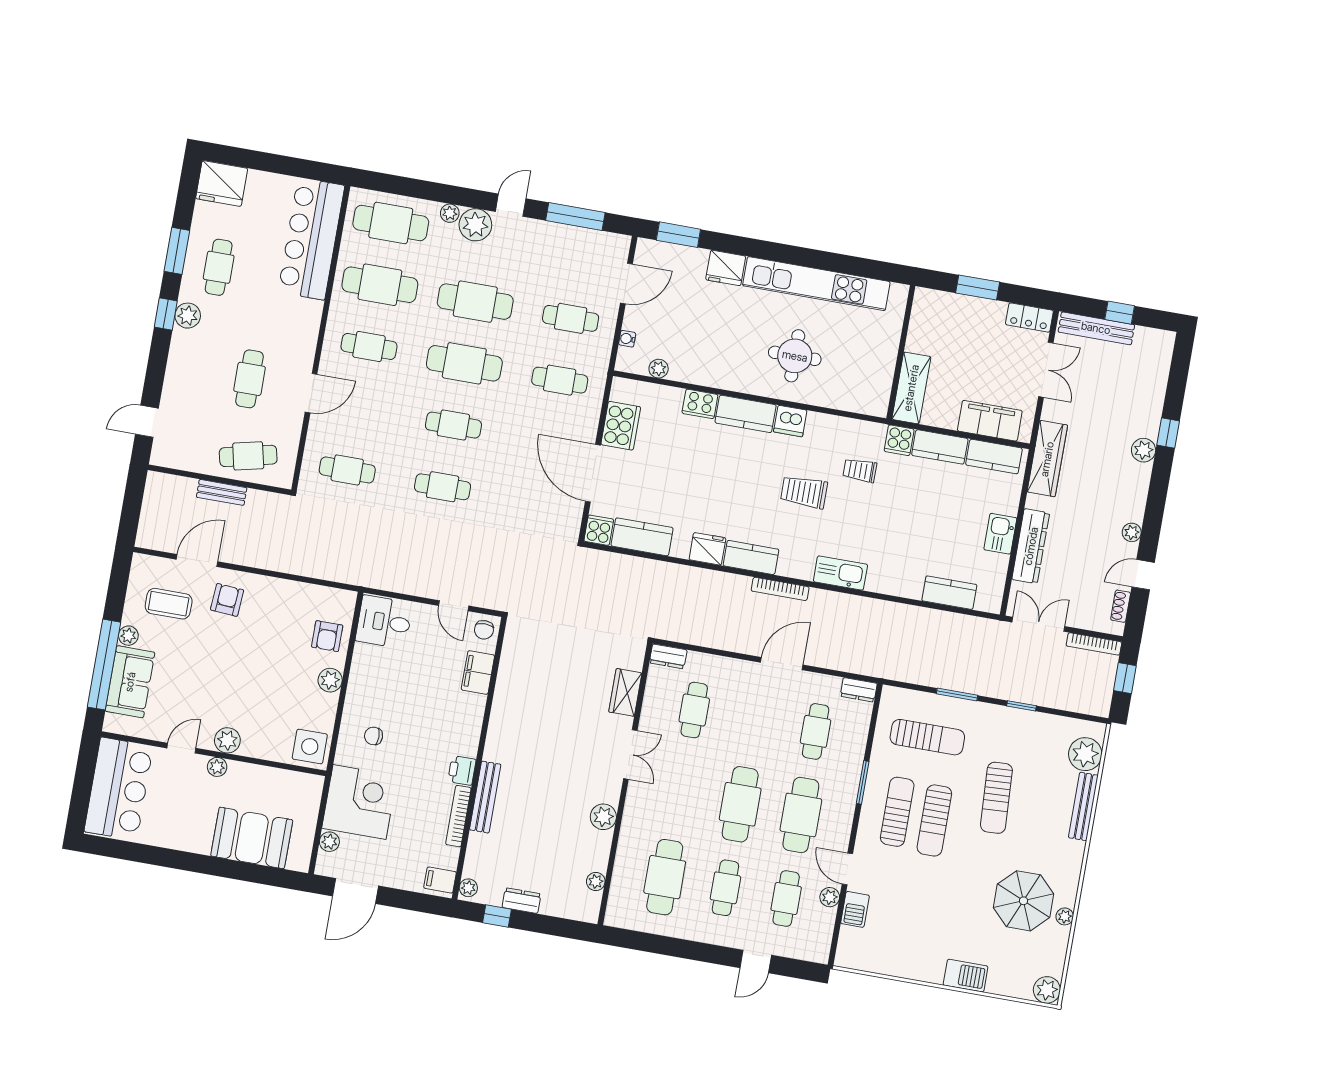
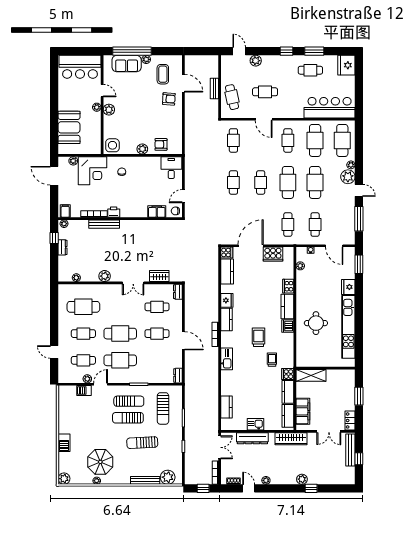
plant: (188, 316) -> (256, 61), moved
cafe table: (816, 731) -> (157, 334), moved

